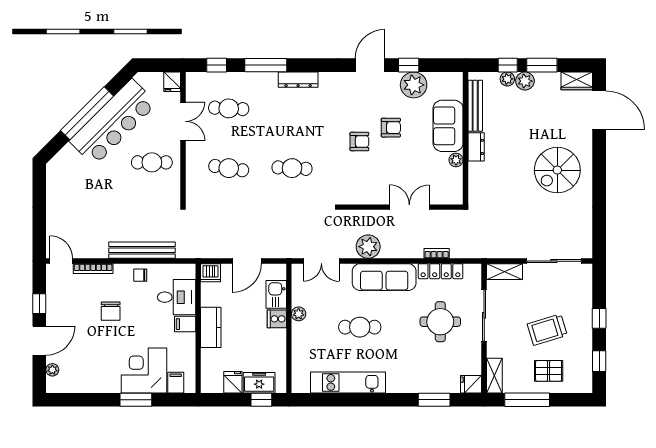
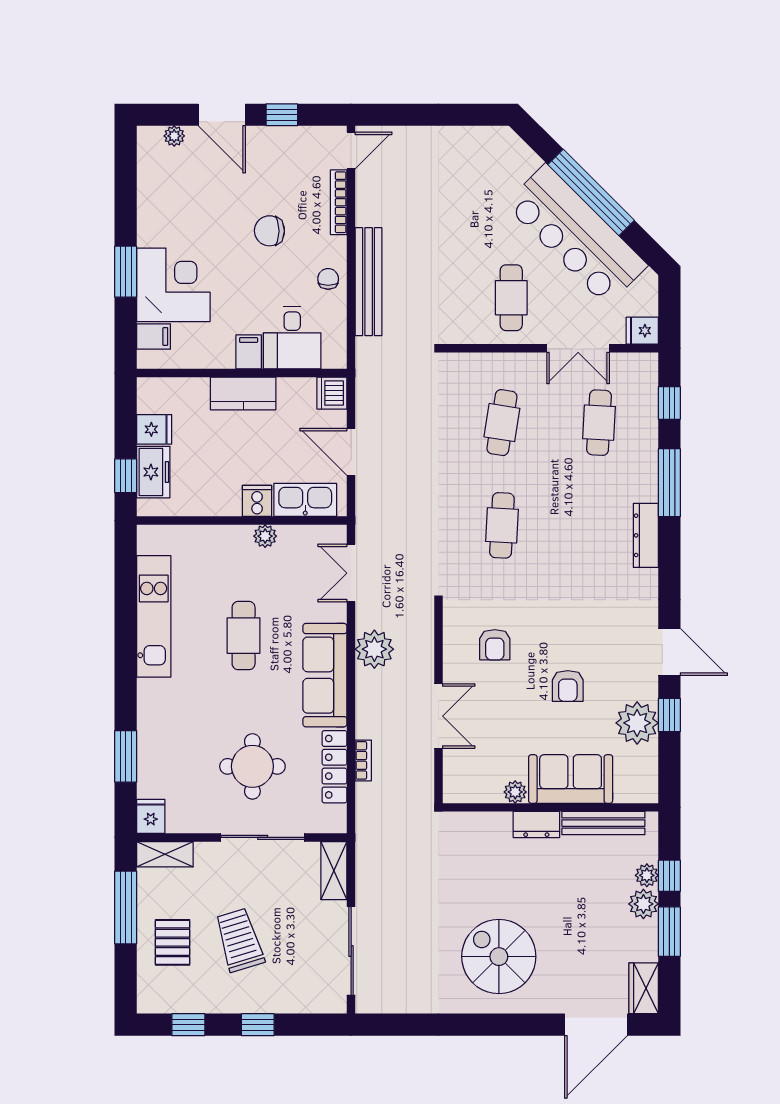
armchair: (359, 141) -> (495, 645), moved
kitchen sink: (276, 294) -> (305, 500), width x1.38

